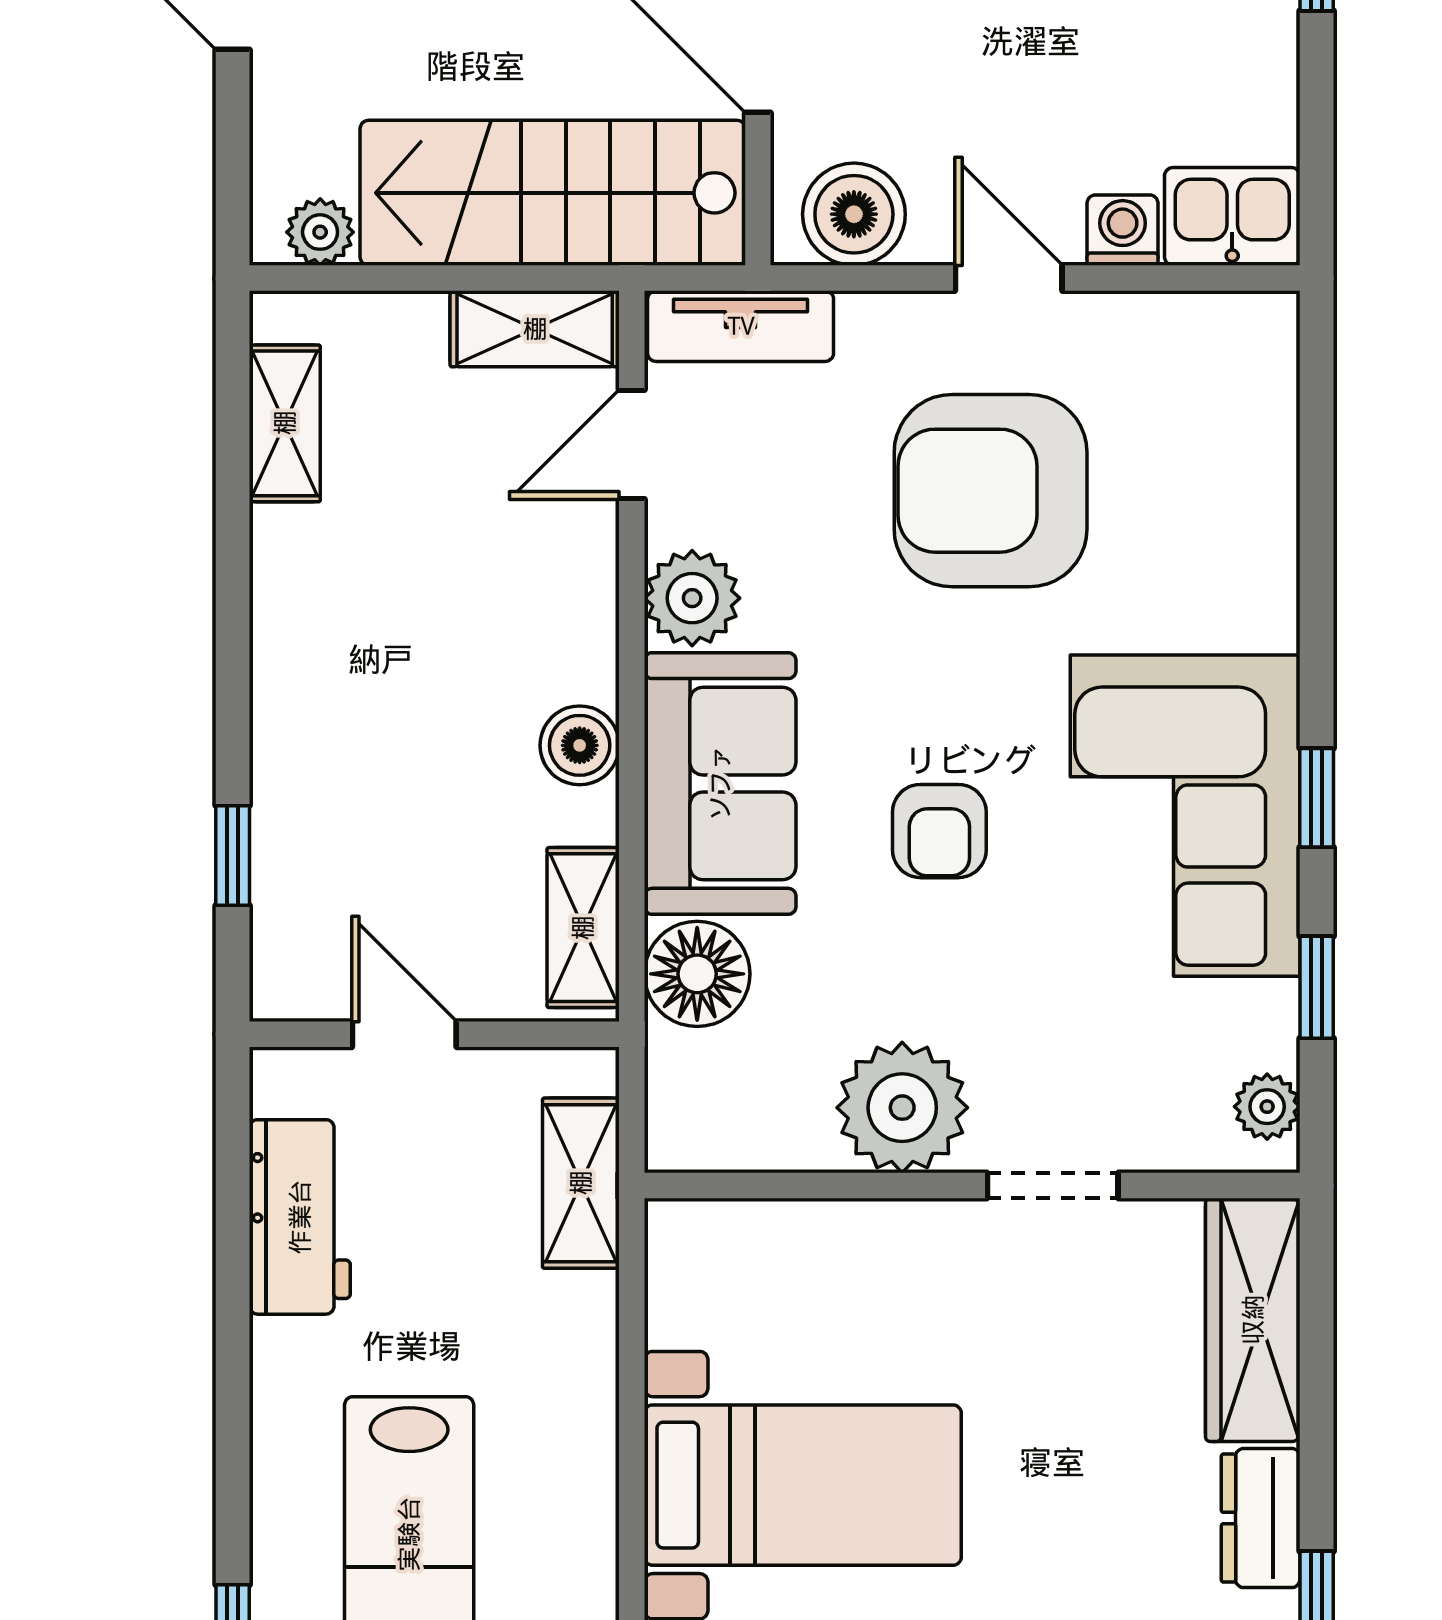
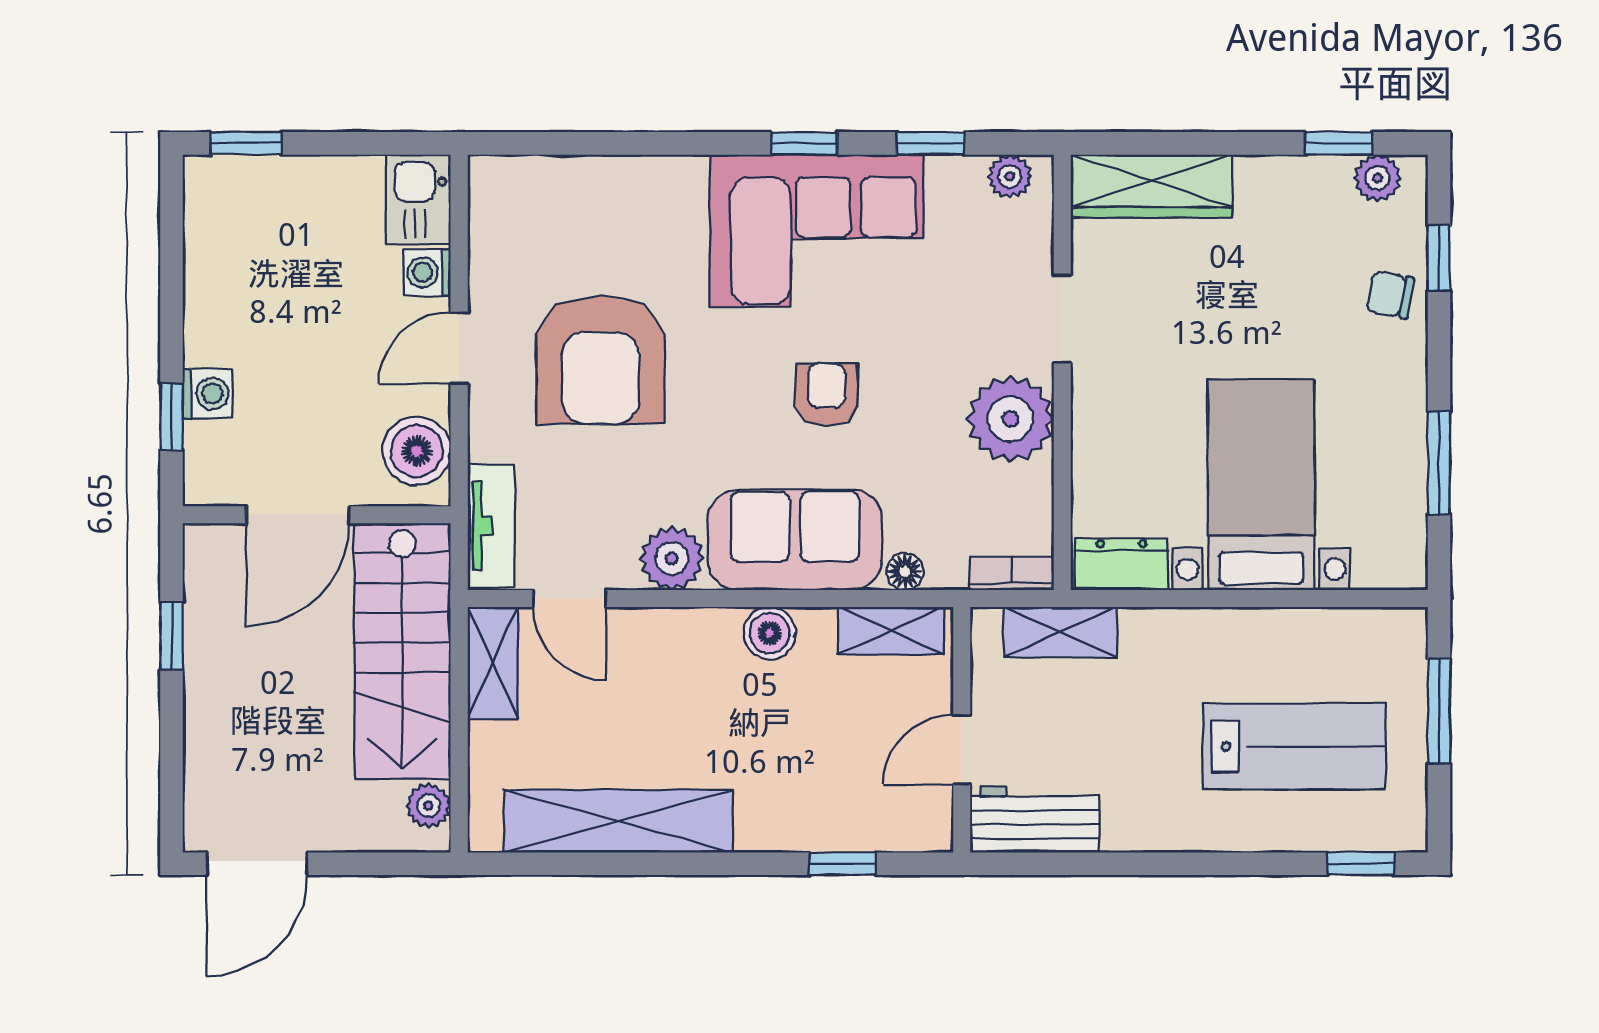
shelving: (285, 423) -> (618, 821), width x2.20, depth x1.33
armchair: (939, 831) -> (827, 394), turned -90
floor lamp: (697, 974) -> (905, 572), width x0.53, depth x0.53
bookcase: (670, 1109) -> (1012, 573), added
workbench: (300, 1217) -> (1035, 819), moved
dresser: (1261, 1518) -> (1121, 564), moved, turned 180

